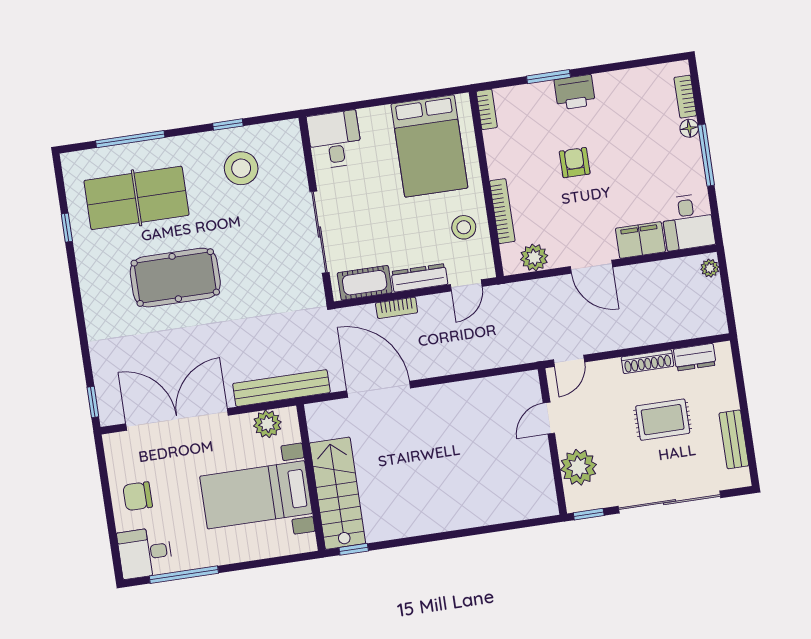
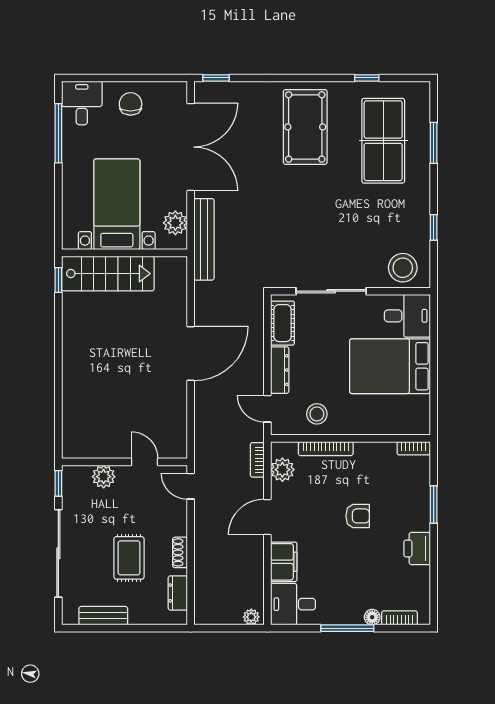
printer: (575, 92) -> (417, 549), moved
window: (130, 139) -> (434, 143), width x0.69
bed: (429, 146) -> (390, 366), moved
stool: (241, 168) -> (403, 268), moved
pool table: (175, 278) -> (305, 127), moved
bookcase: (397, 308) -> (257, 460), moved
shoe rack: (647, 362) -> (180, 552), width x0.70
door: (379, 389) -> (191, 354), moved
plant: (579, 467) -> (104, 477), width x0.73, depth x0.73

